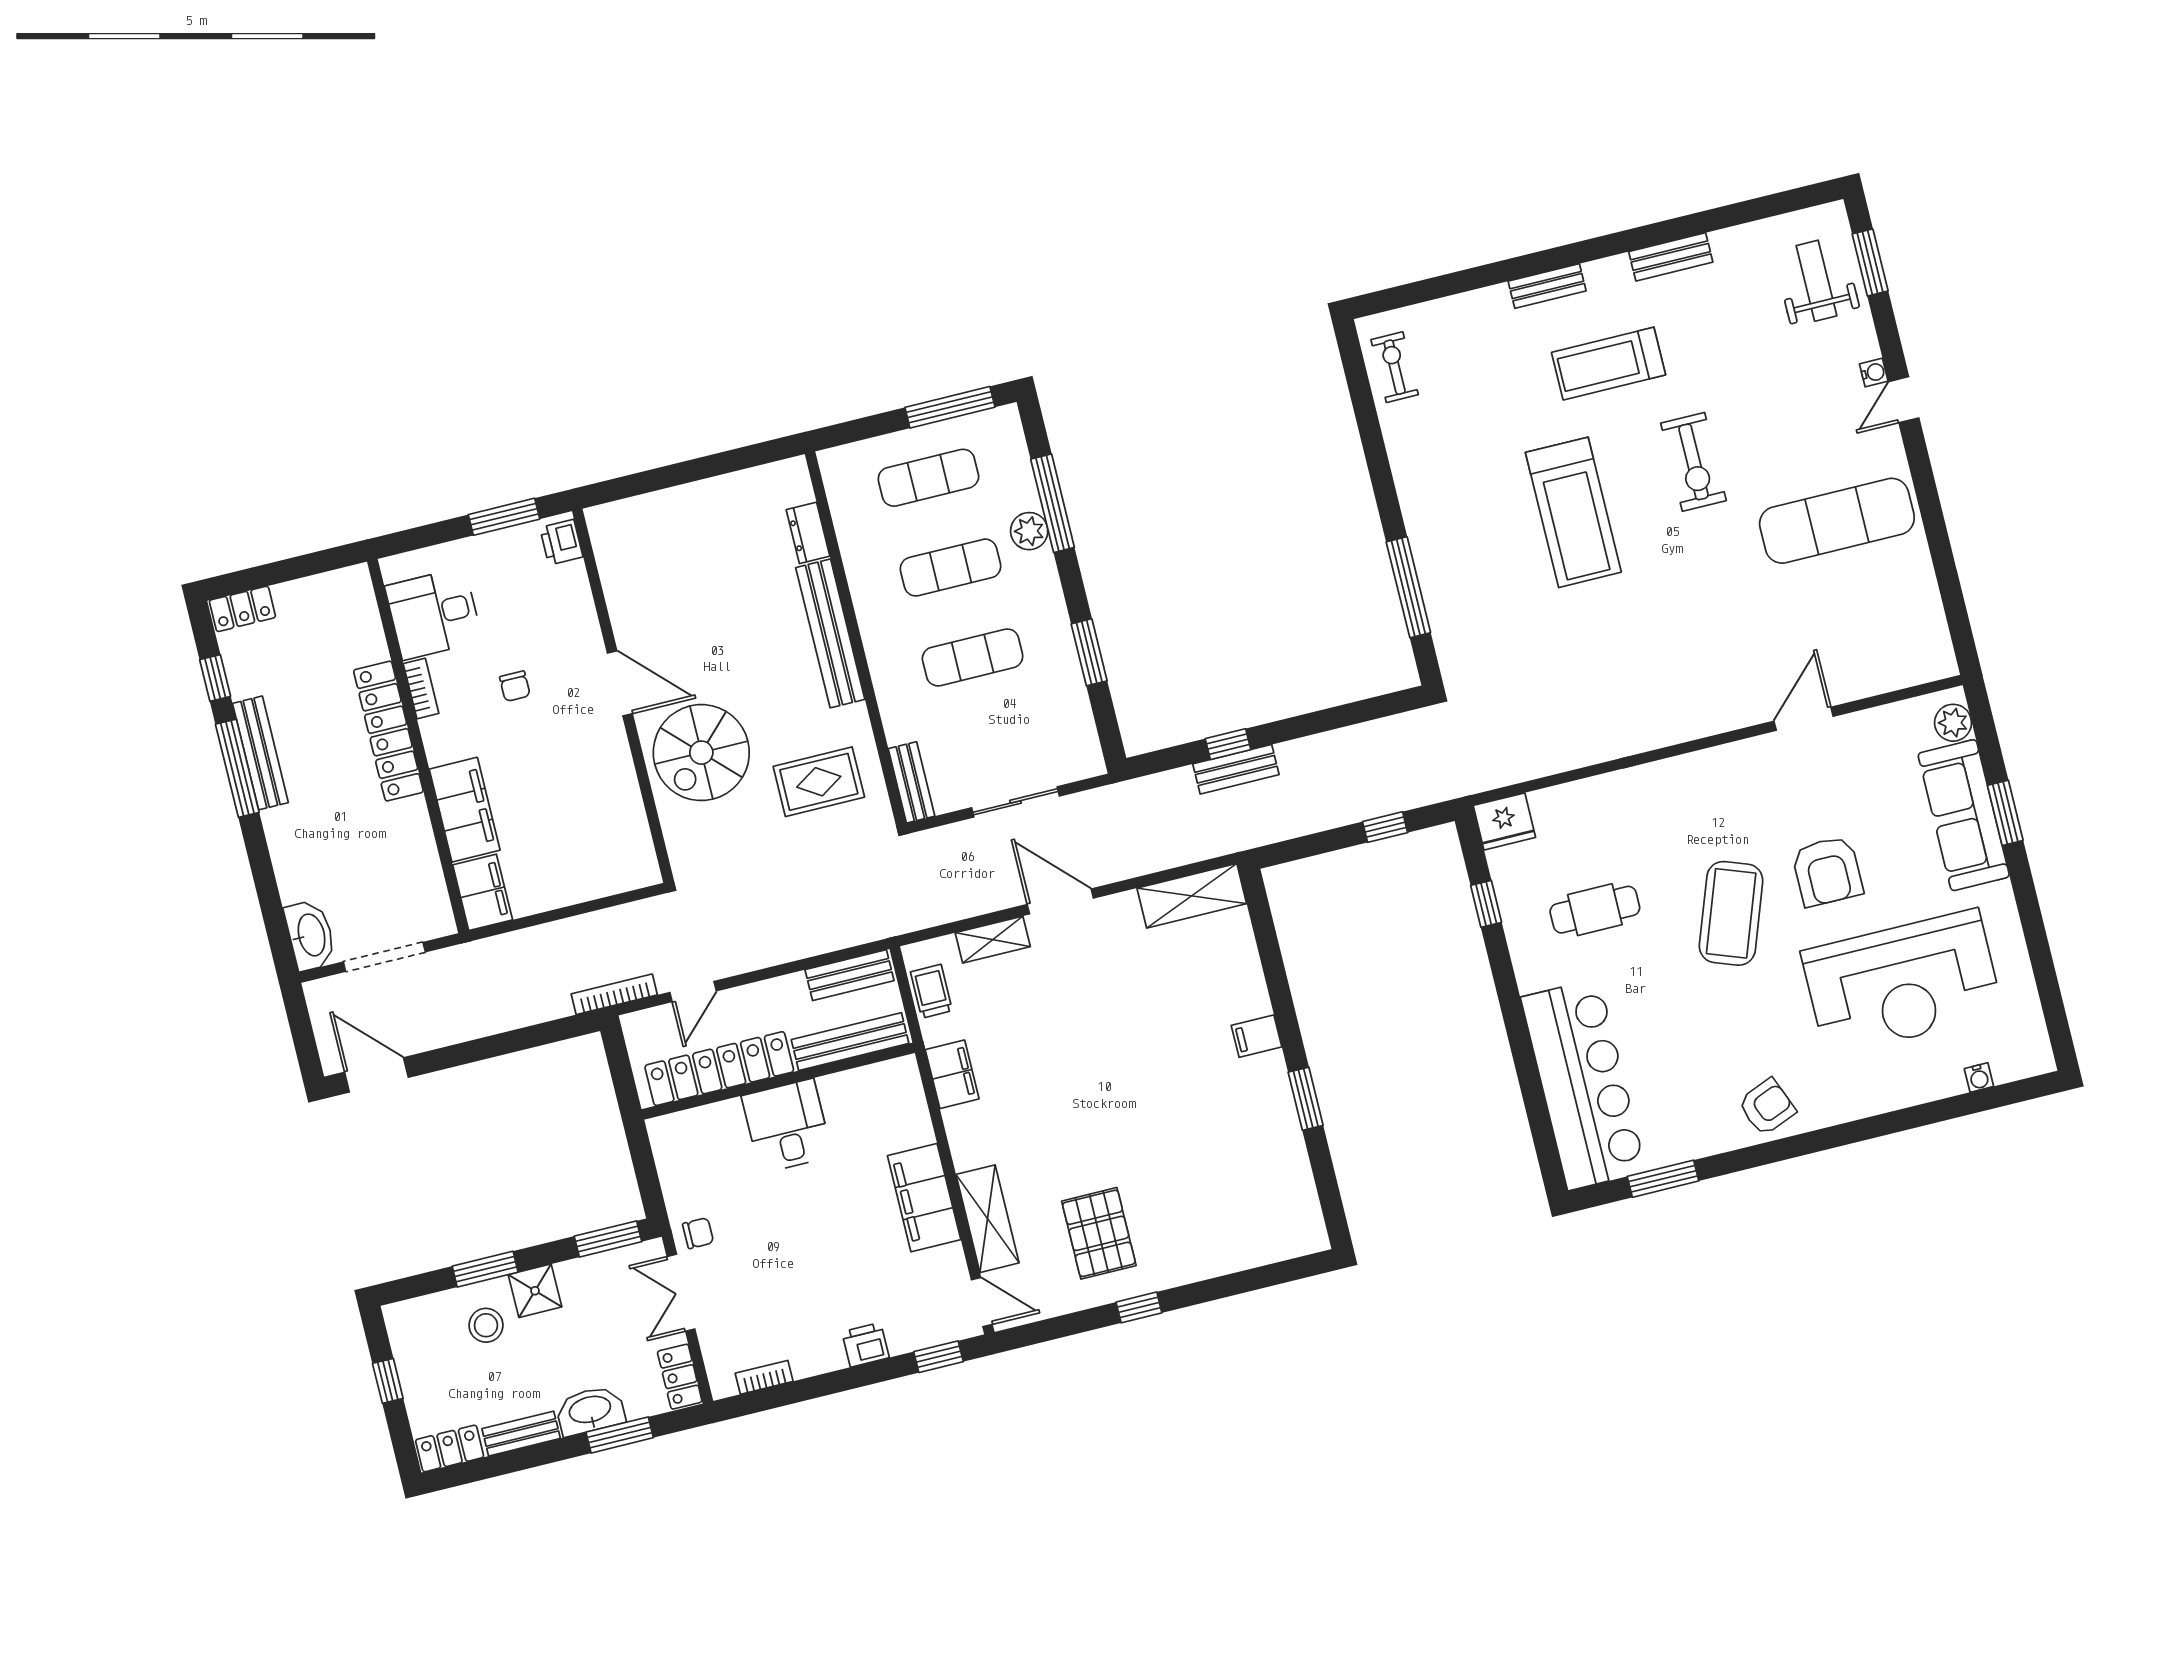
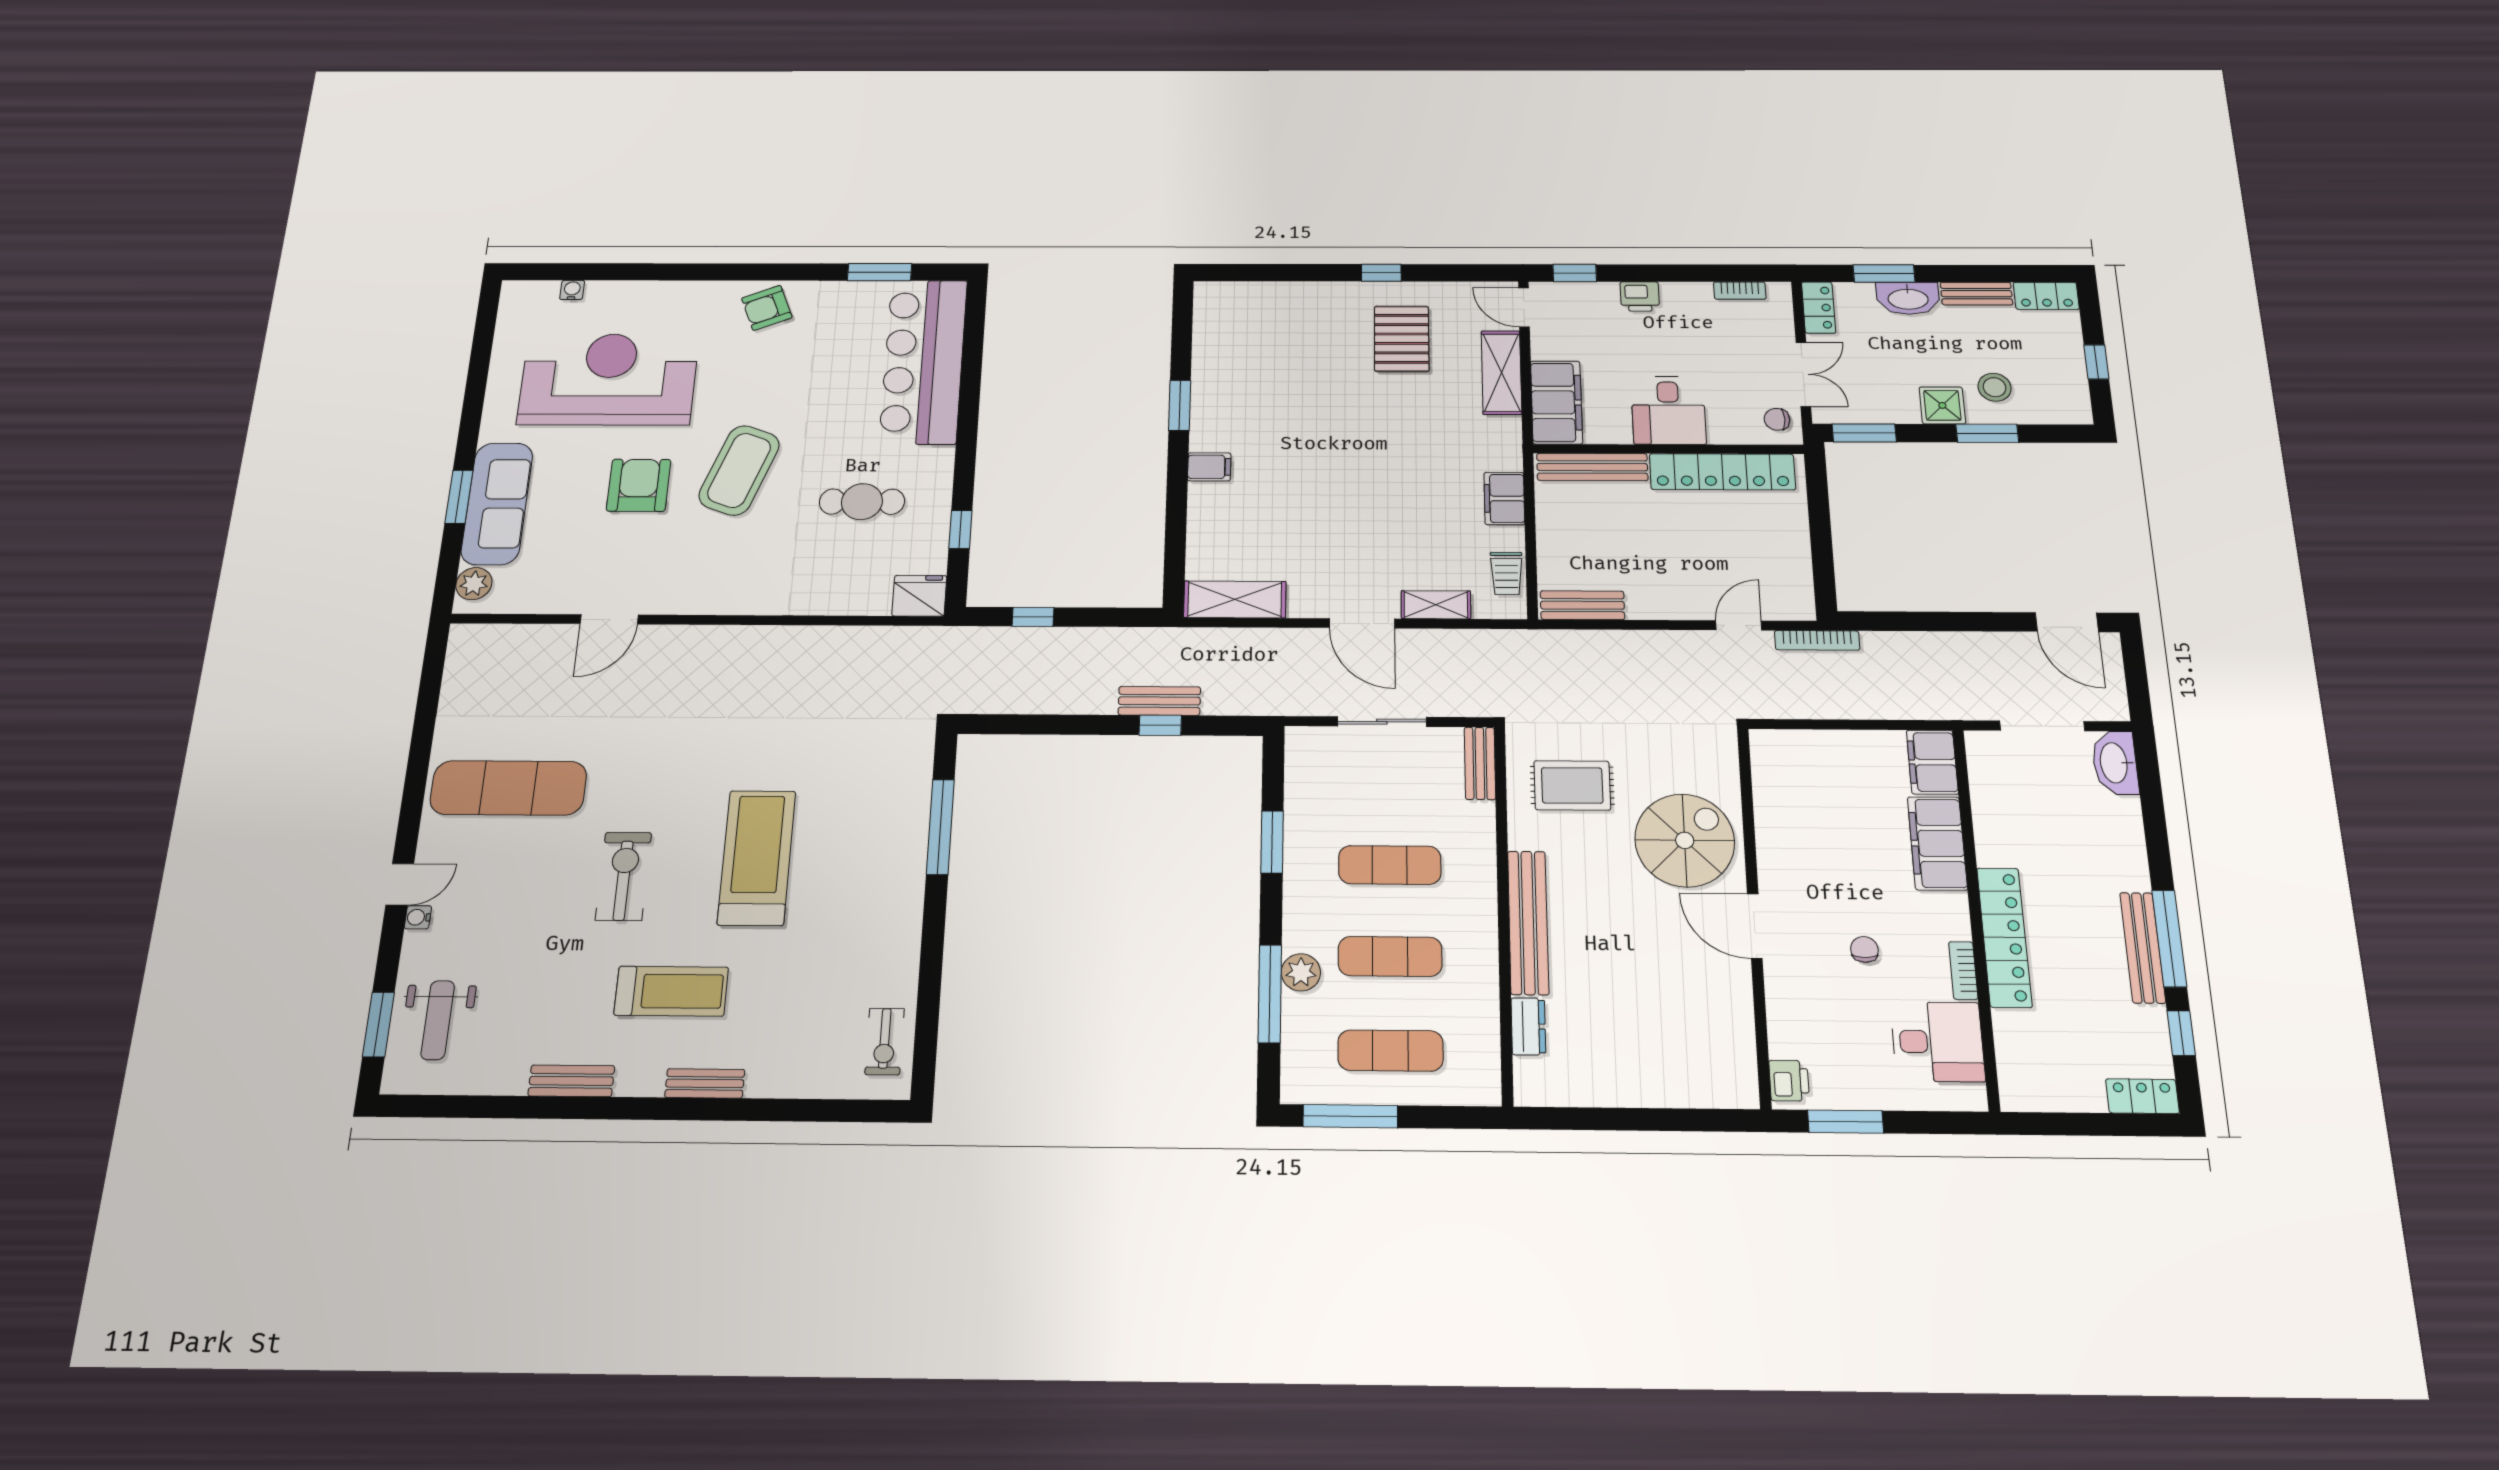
bench: (850, 1042) -> (1592, 467), moved
locker: (719, 1069) -> (1722, 472), moved
wall: (778, 1081) -> (1668, 449), moved
desk: (787, 1126) -> (1668, 410), moved

